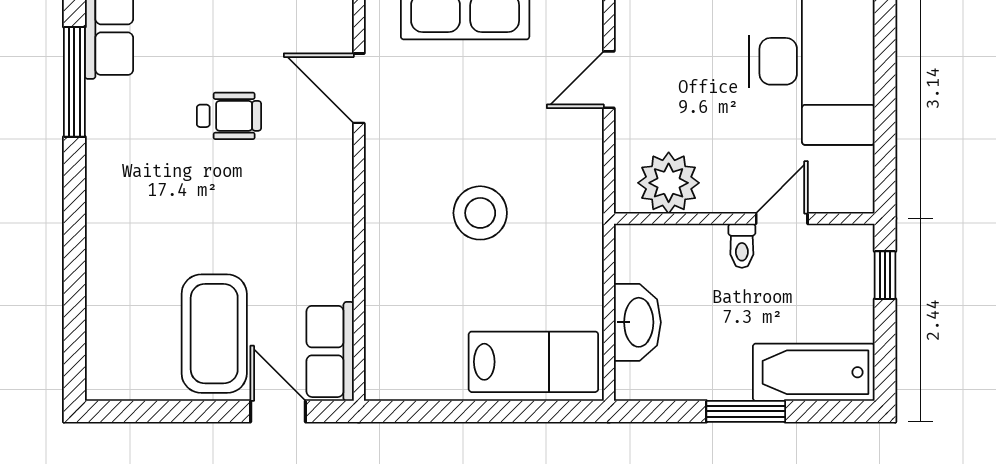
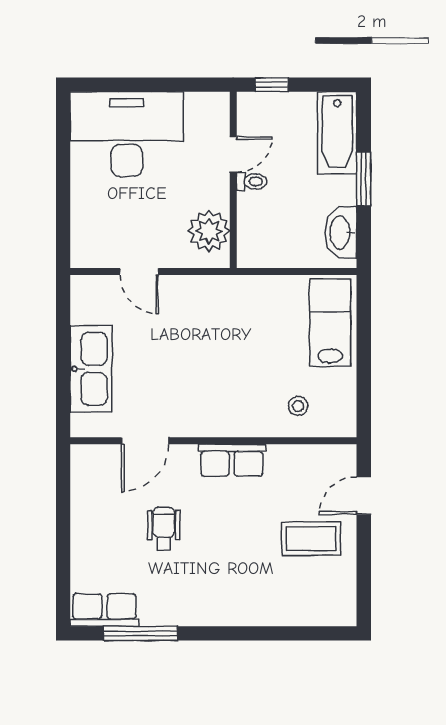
stool: (480, 213) -> (298, 406), moved, width x0.53, depth x0.53
door: (782, 219) -> (233, 154), swing flipped
washbasin: (637, 322) -> (341, 232), moved, turned -90
coffee table: (214, 334) -> (311, 539), width x0.73, depth x0.76
row of seats: (330, 351) -> (232, 460), moved

